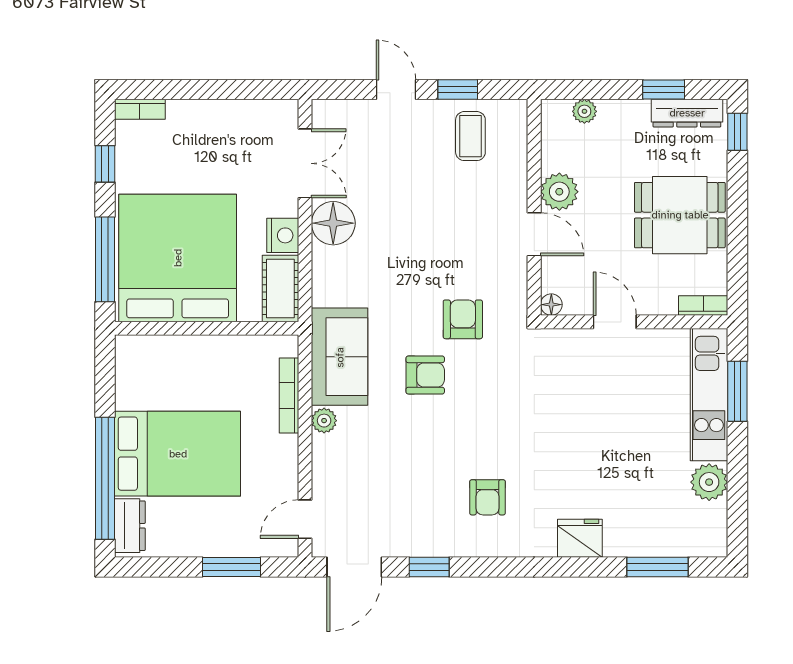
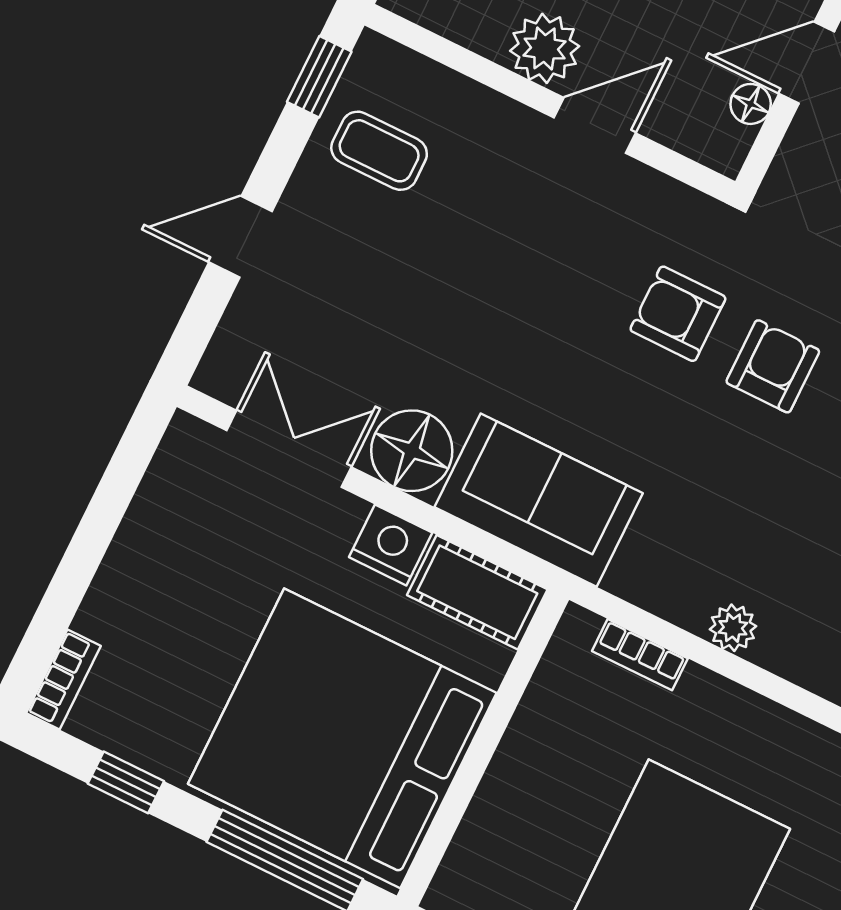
window: (458, 89) -> (319, 77), moved
floor lamp: (551, 305) -> (751, 104), moved
sofa: (340, 357) -> (539, 500), moved
armchair: (425, 375) -> (773, 366), moved
bookcase: (289, 396) -> (640, 655), width x0.64

